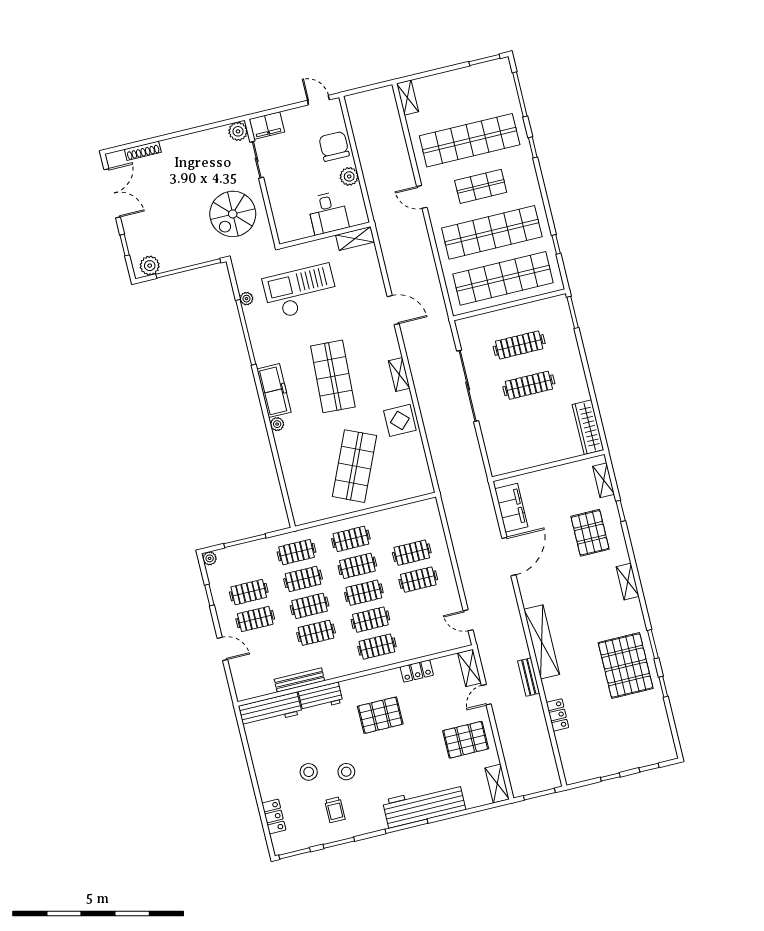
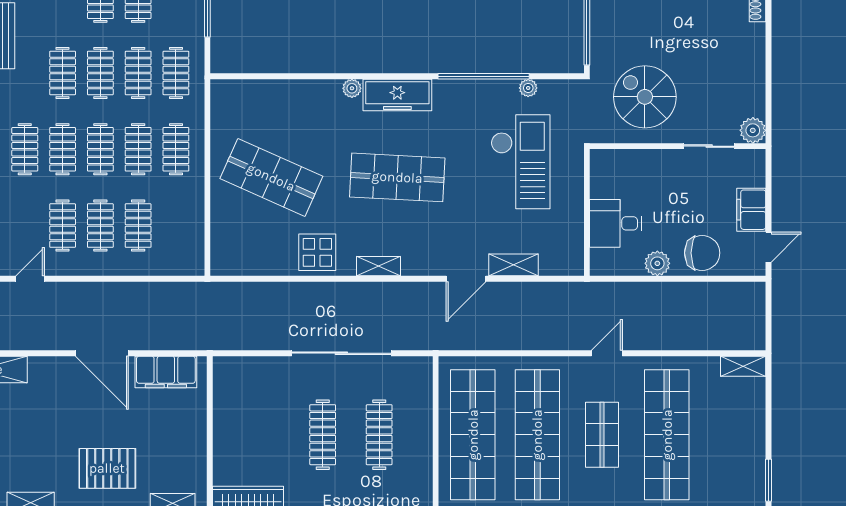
filing cabinet: (267, 126) -> (751, 210), moved
shelving: (355, 239) -> (514, 265), moved, turned 90
clothes rail: (425, 606) -> (63, 226), added

